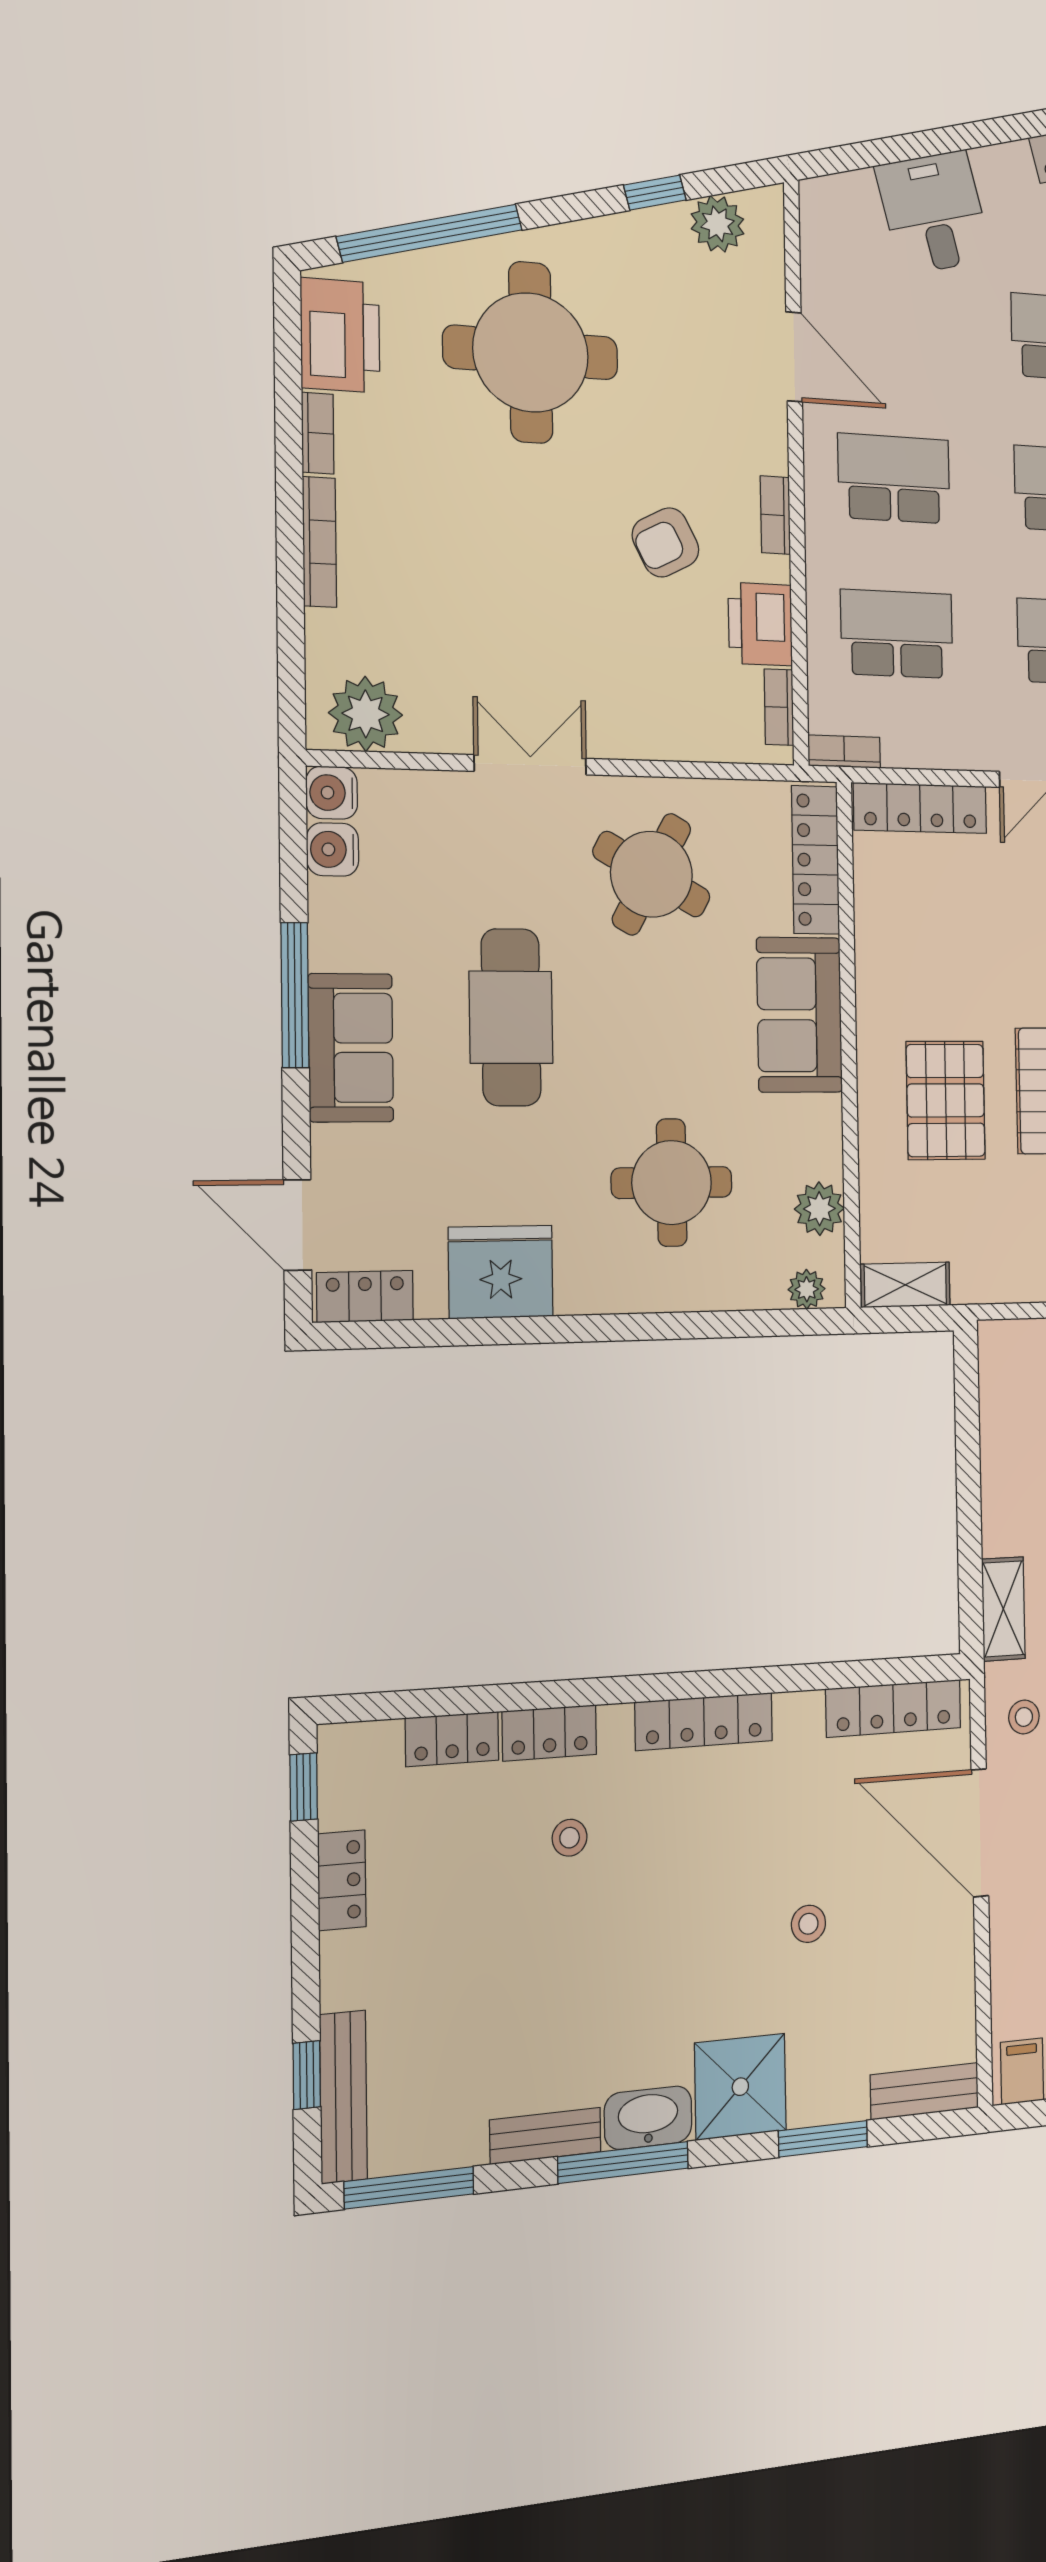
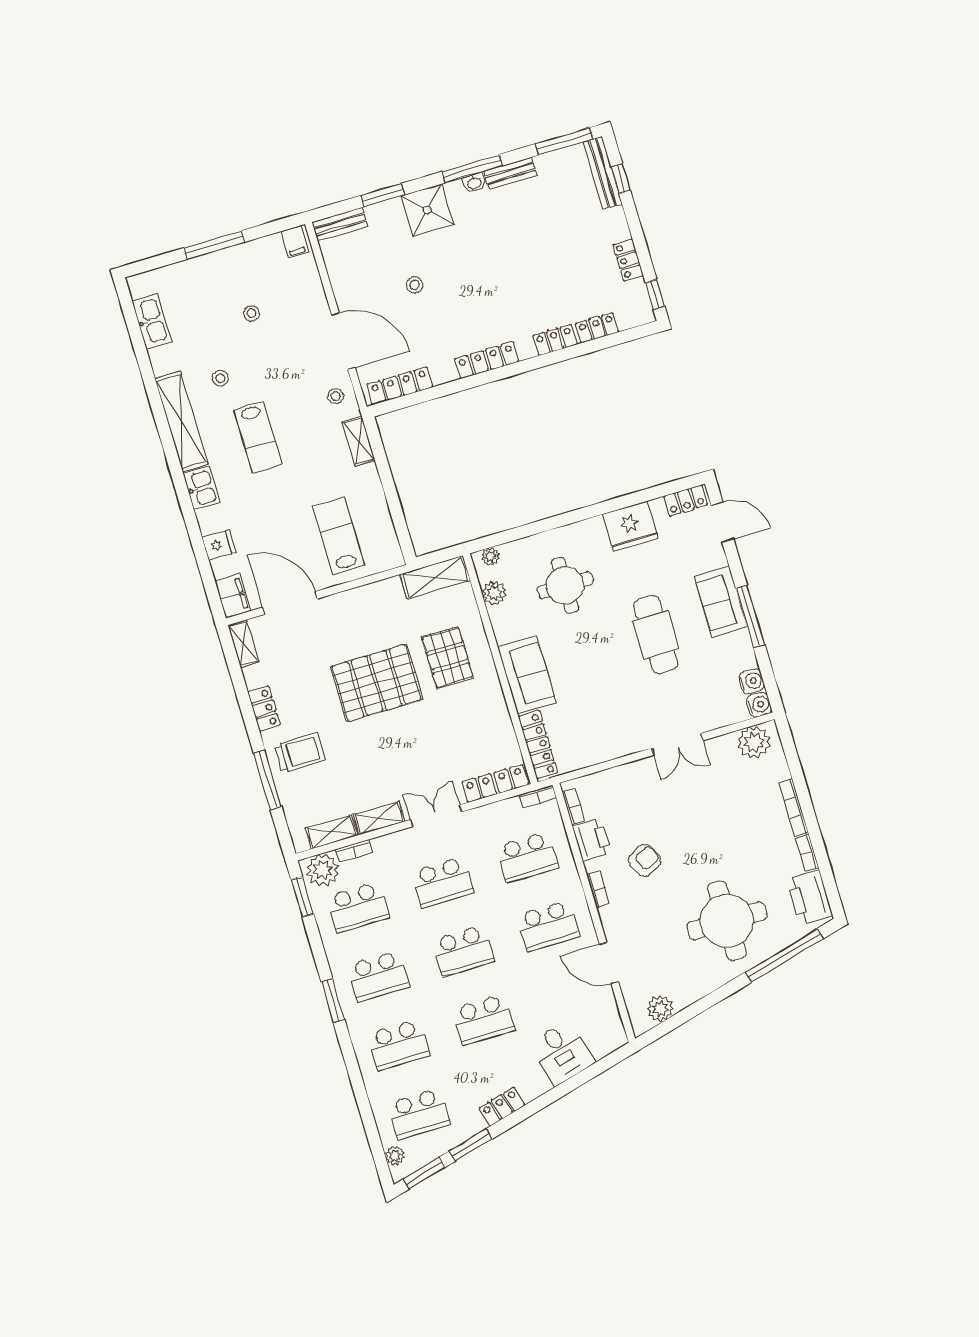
window: (655, 193) -> (692, 1011), removed
round table: (651, 874) -> (611, 715), removed
shelving: (905, 1285) -> (435, 577), width x1.50, depth x1.33
stool: (570, 1838) -> (534, 298), removed
washbasin: (648, 2118) -> (474, 183), width x0.52, depth x0.69

